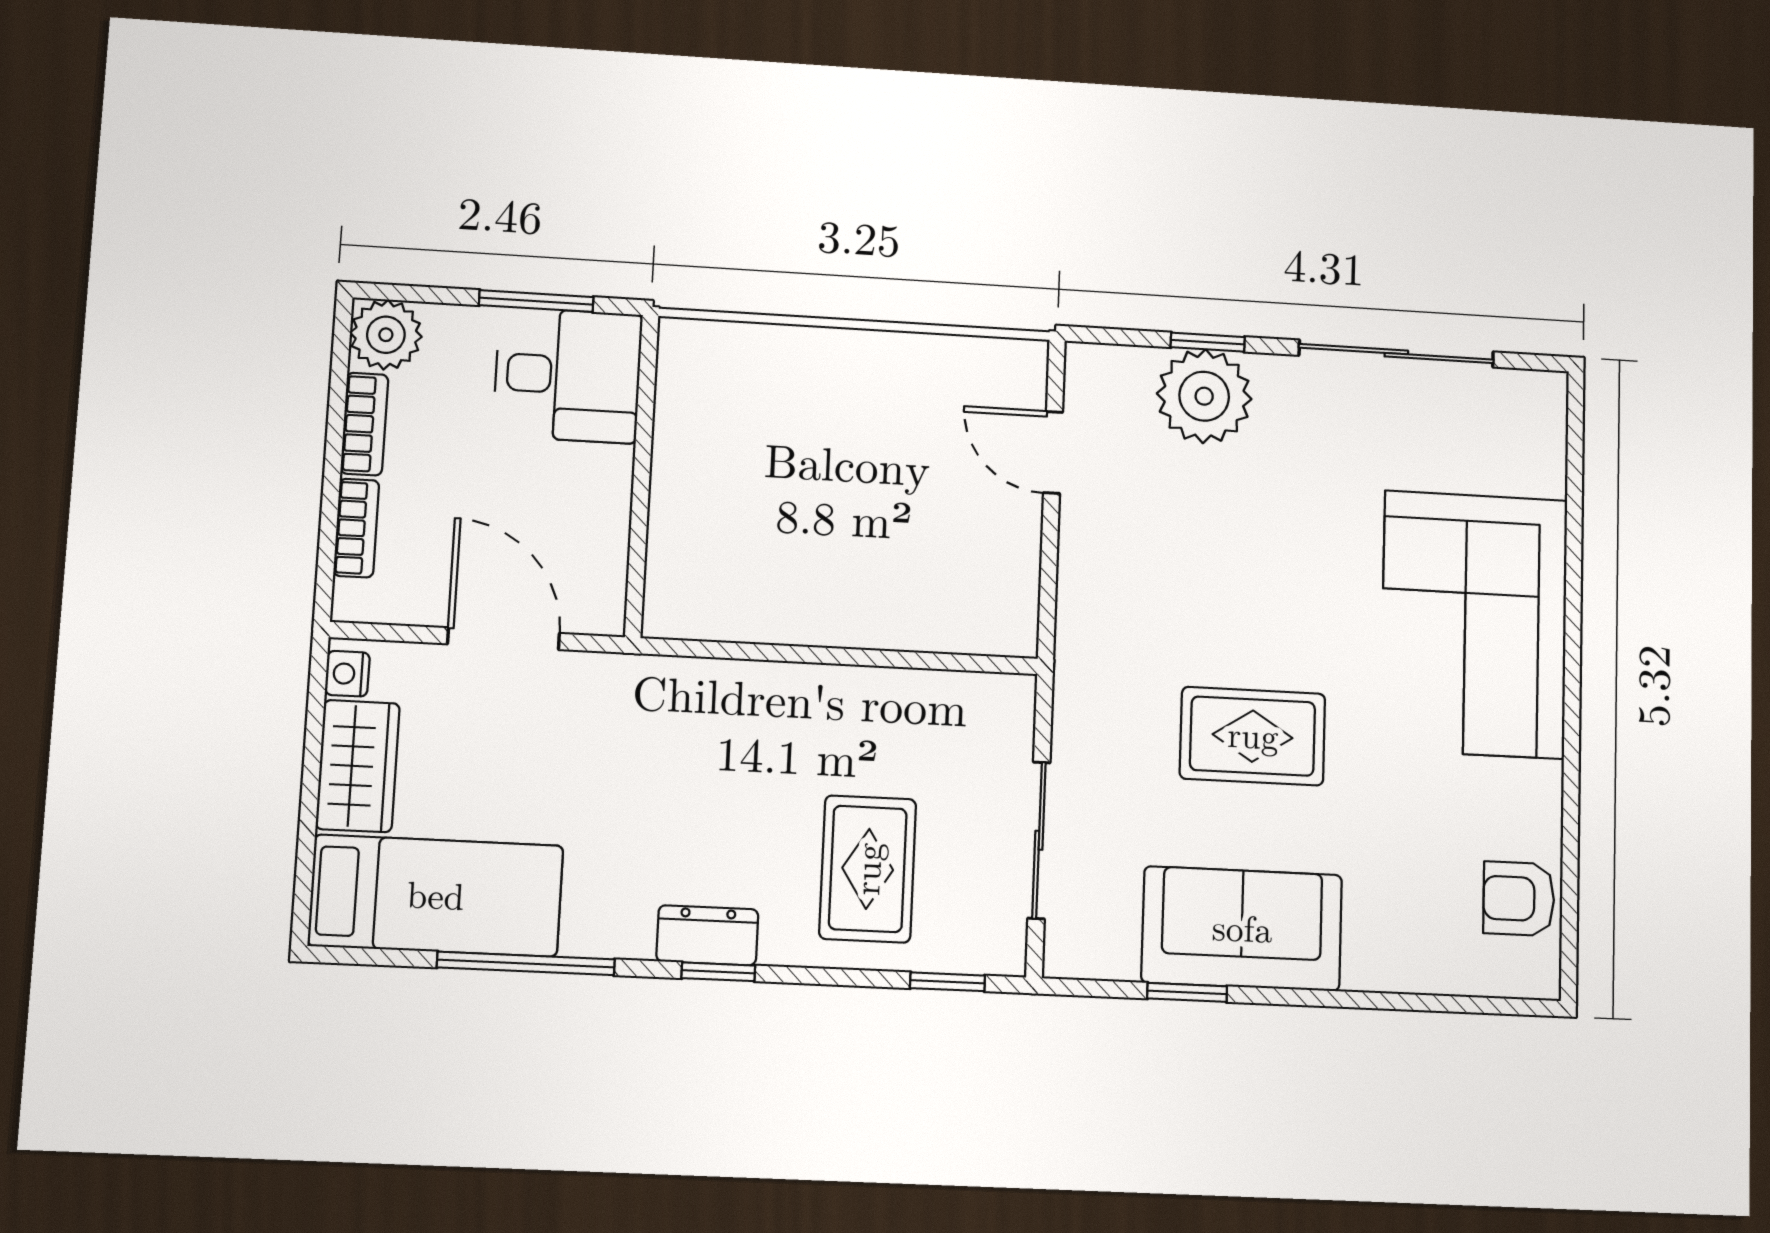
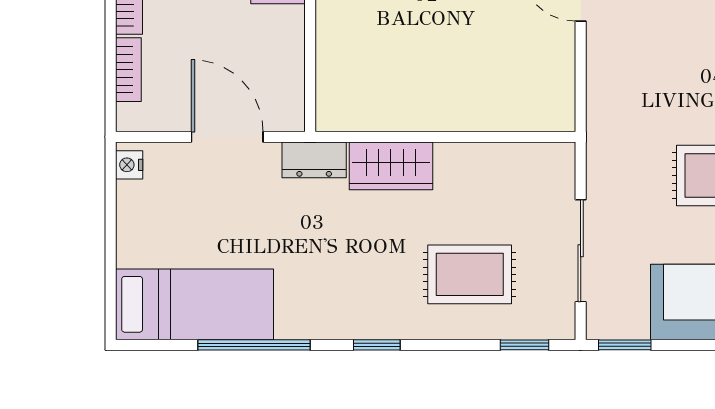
wardrobe: (358, 766) -> (391, 166), moved, turned 90
rug: (868, 869) -> (470, 274), turned 90
dresser: (707, 935) -> (314, 160), moved, turned 180
window: (1187, 992) -> (625, 345), moved

